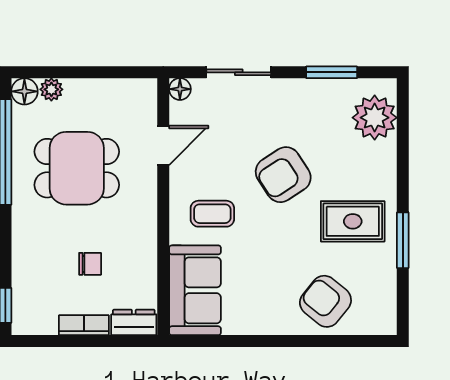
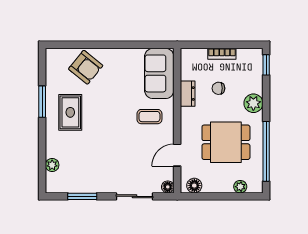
floor lamp: (24, 91) -> (194, 186), moved
plant: (375, 118) -> (52, 165), width x0.53, depth x0.53
armchair: (283, 175) -> (110, 139), removed
rug: (353, 221) -> (70, 112), turned 90
plant: (28, 237) -> (253, 103), added
dresser: (134, 322) -> (188, 94), moved, turned -90

